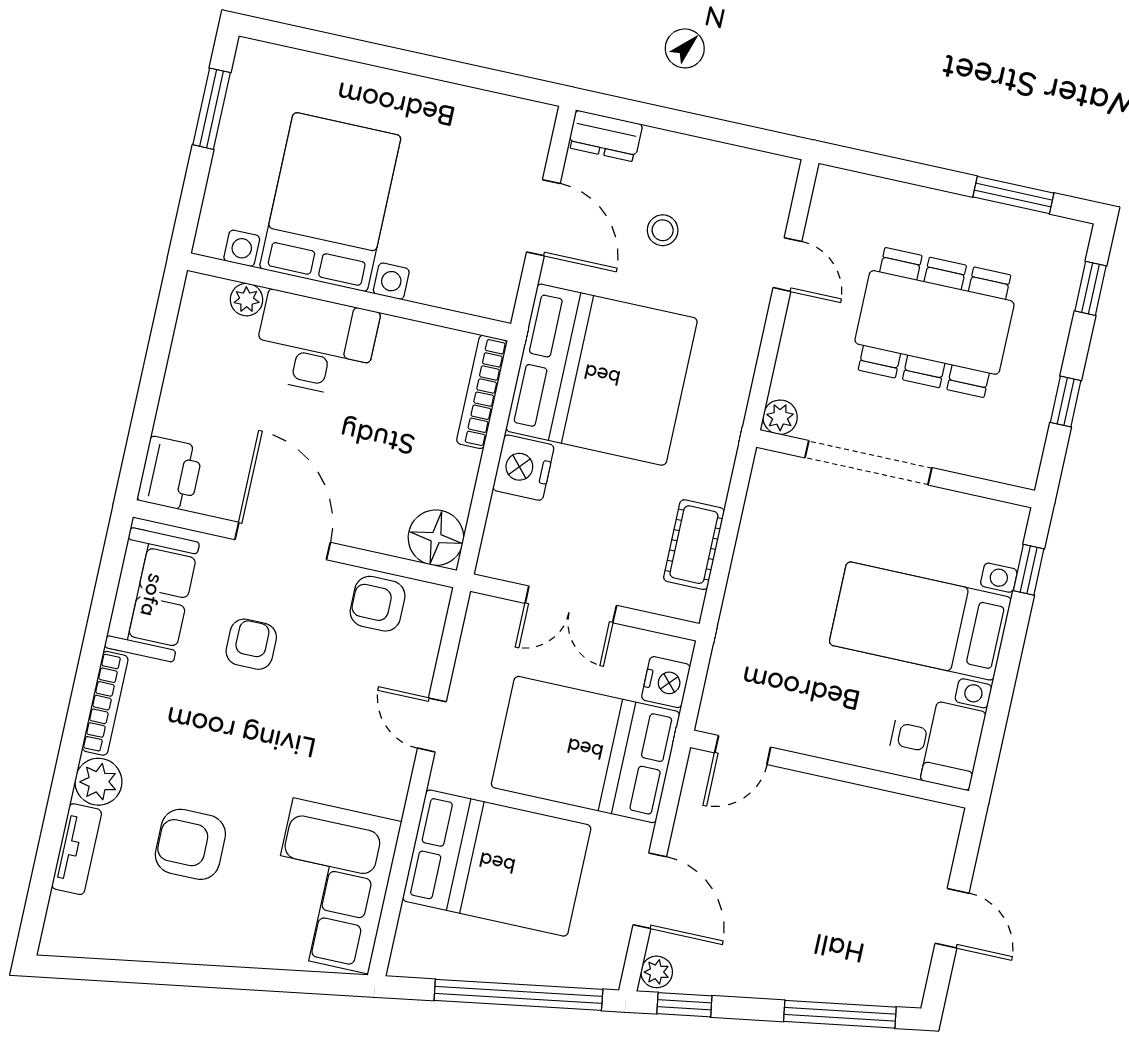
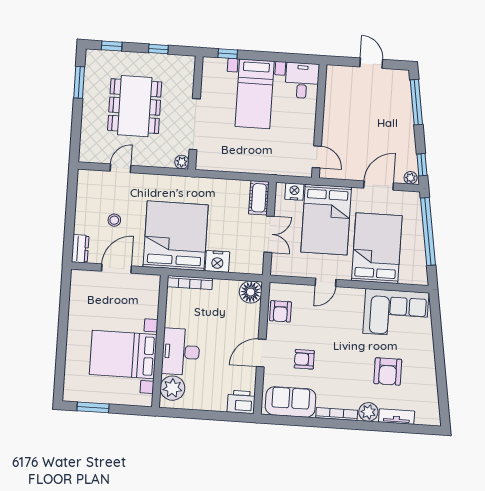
plant: (247, 300) -> (172, 388), width x1.88, depth x1.88
door: (283, 541) -> (261, 353), width x0.73
cot: (694, 545) -> (259, 198), moved, turned 90
door: (952, 918) -> (371, 63), hinge flipped

